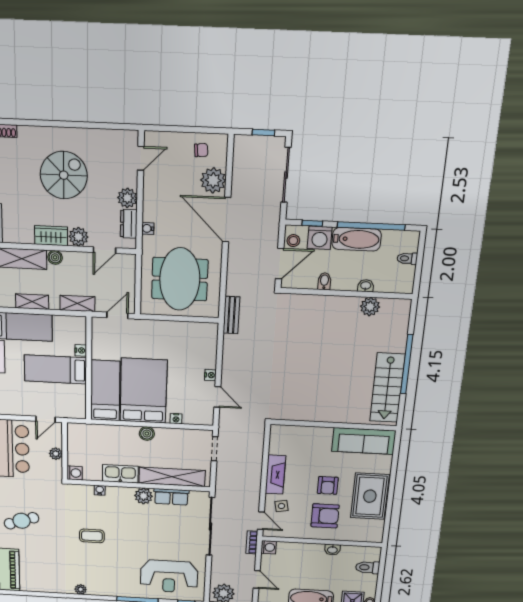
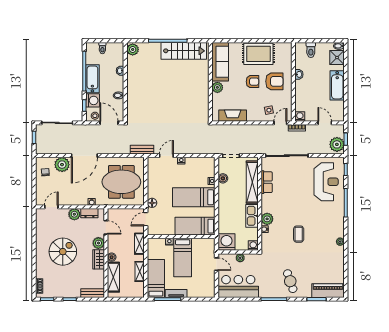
door: (141, 158) -> (51, 207), hinge flipped
spiral stairs: (64, 175) -> (63, 252), turned 90
plant: (370, 307) -> (133, 49), moved
door: (117, 315) -> (146, 219), hinge flipped
floor lamp: (144, 327) -> (152, 203), added
bed: (144, 391) -> (194, 197), width x0.67
door: (217, 397) -> (166, 156), moved
boiler: (147, 434) -> (223, 178), moved
washing machine: (80, 435) -> (226, 242), added
plant: (323, 435) -> (217, 87), added
fireplace: (275, 475) -> (233, 116), moved
plant: (144, 496) -> (267, 219), moved
armchair: (325, 516) -> (274, 81), turned 90
door: (257, 579) -> (325, 123), hinge flipped

